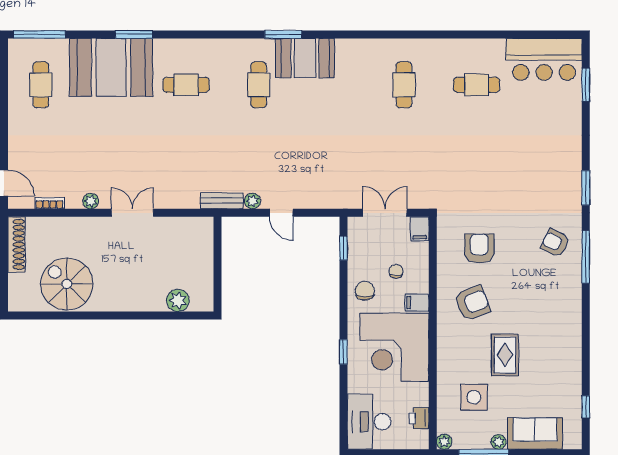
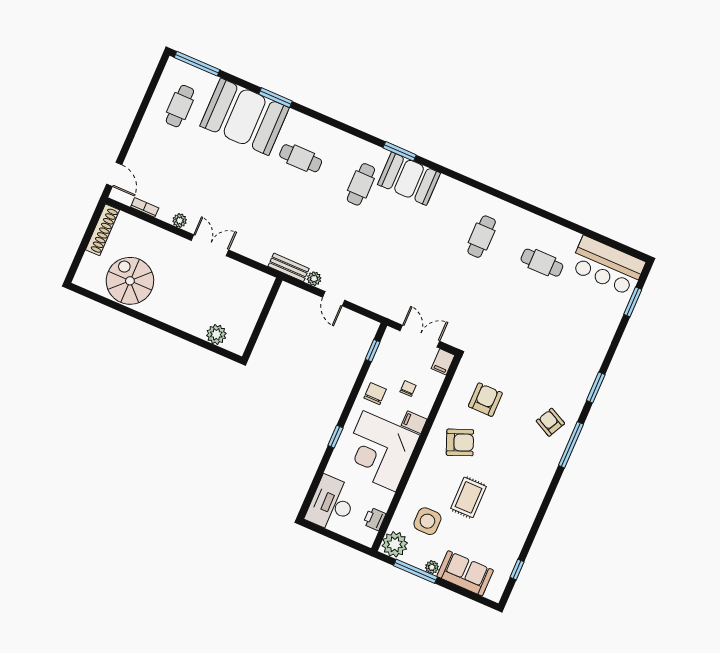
plant: (444, 442) -> (395, 544), width x1.87, depth x1.87

